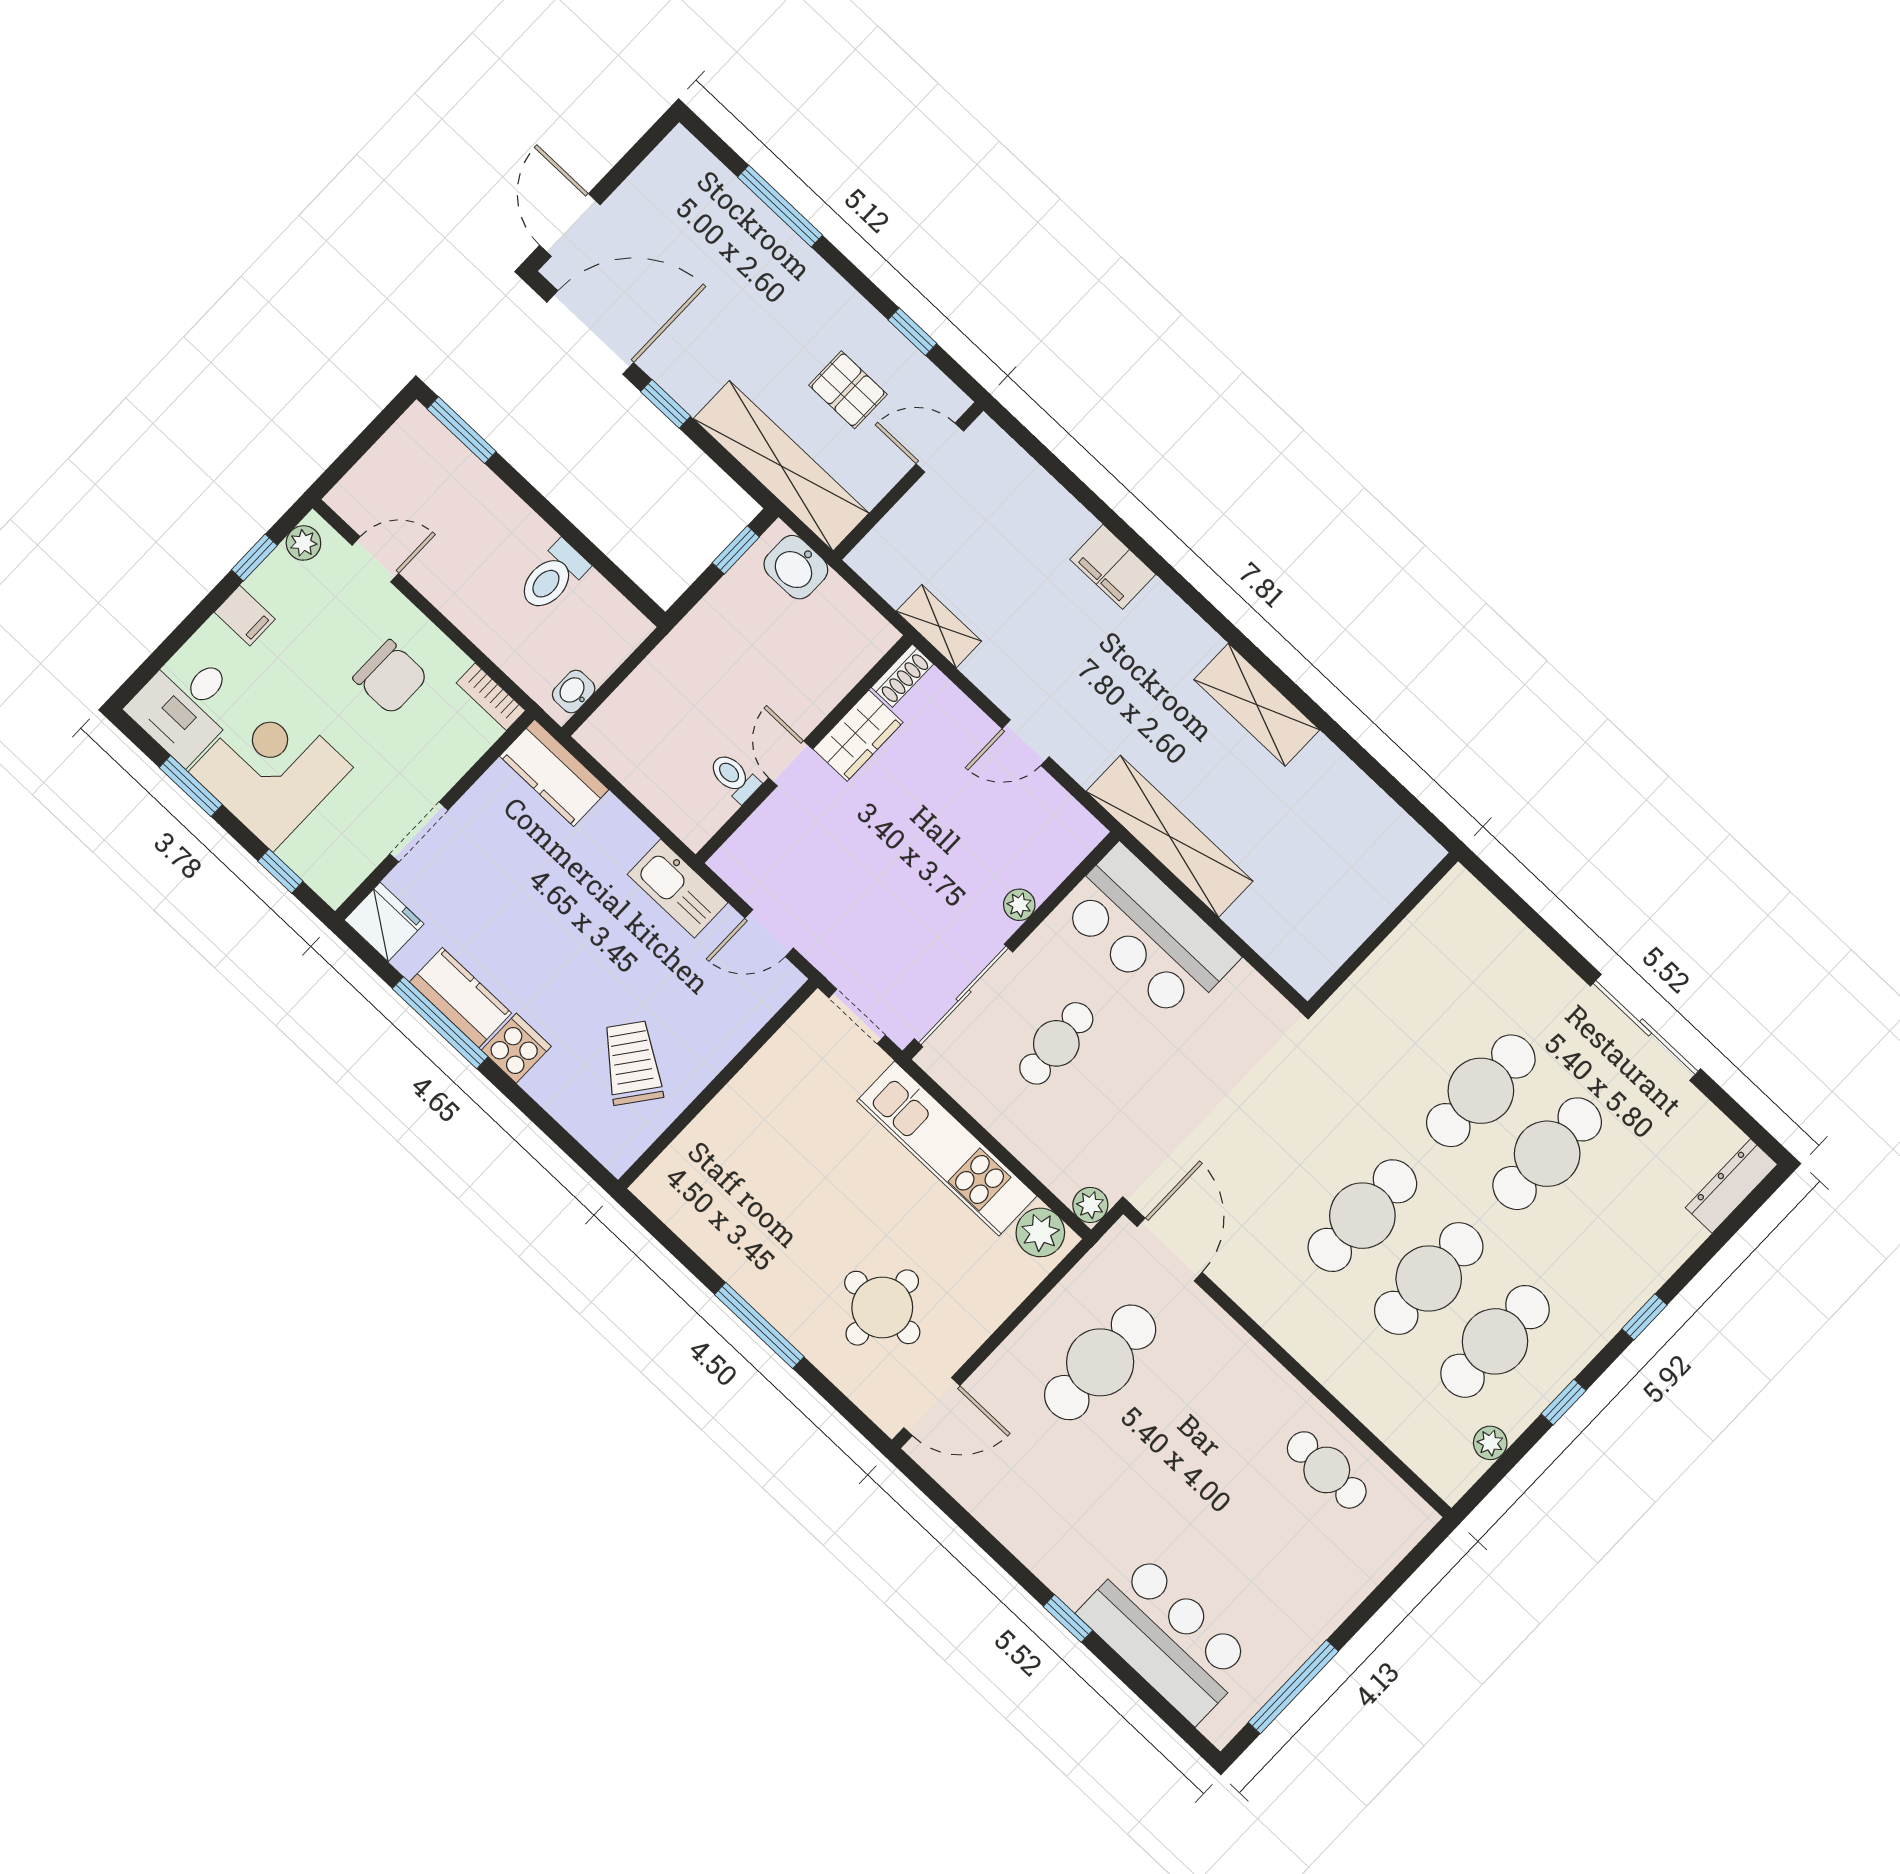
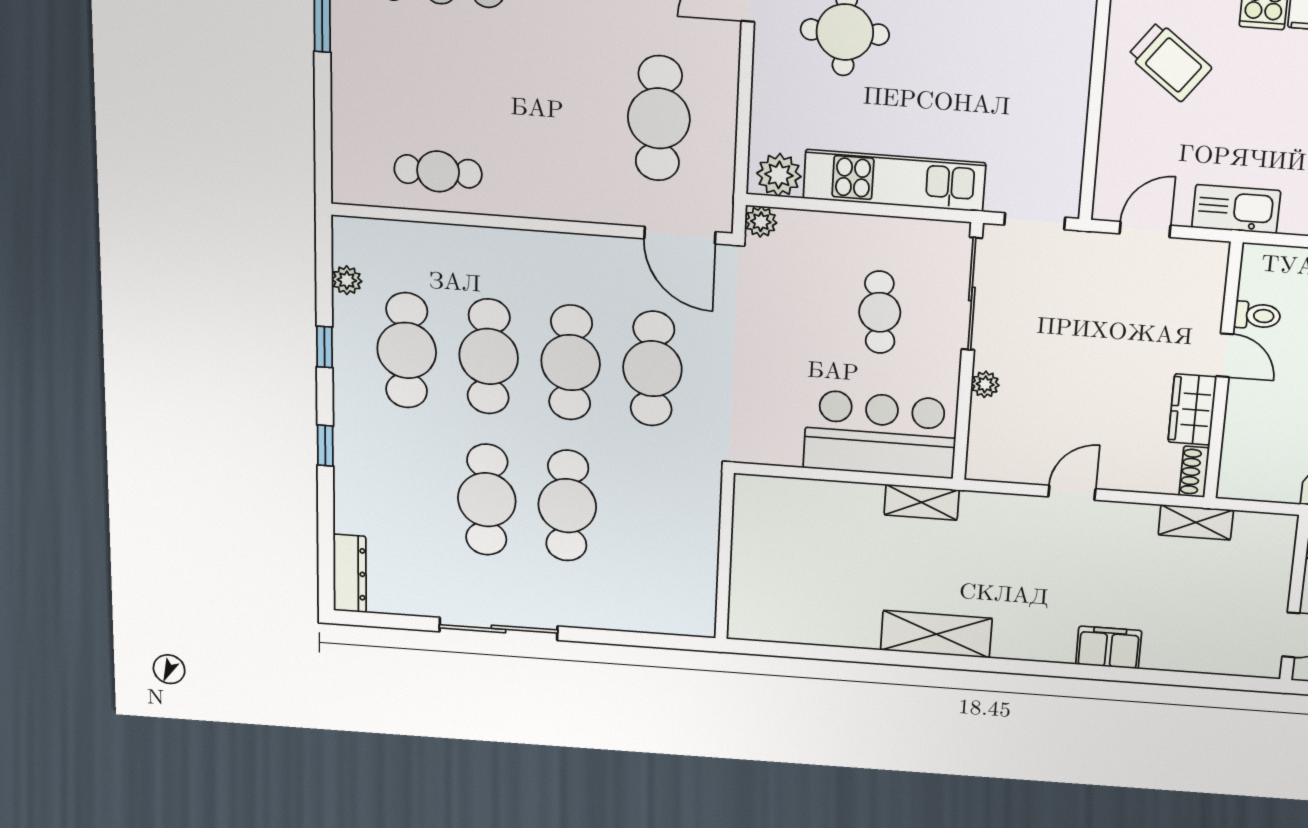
shelving: (1170, 836) -> (922, 502), width x0.45, depth x0.75
cafe table: (1296, 1153) -> (652, 369), added

